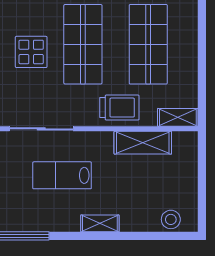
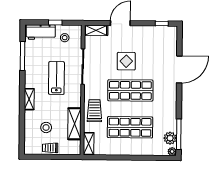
trolley: (119, 108) -> (94, 111), turned 180
trolley: (186, 185) -> (50, 148), added
stool: (171, 219) -> (46, 127), moved

